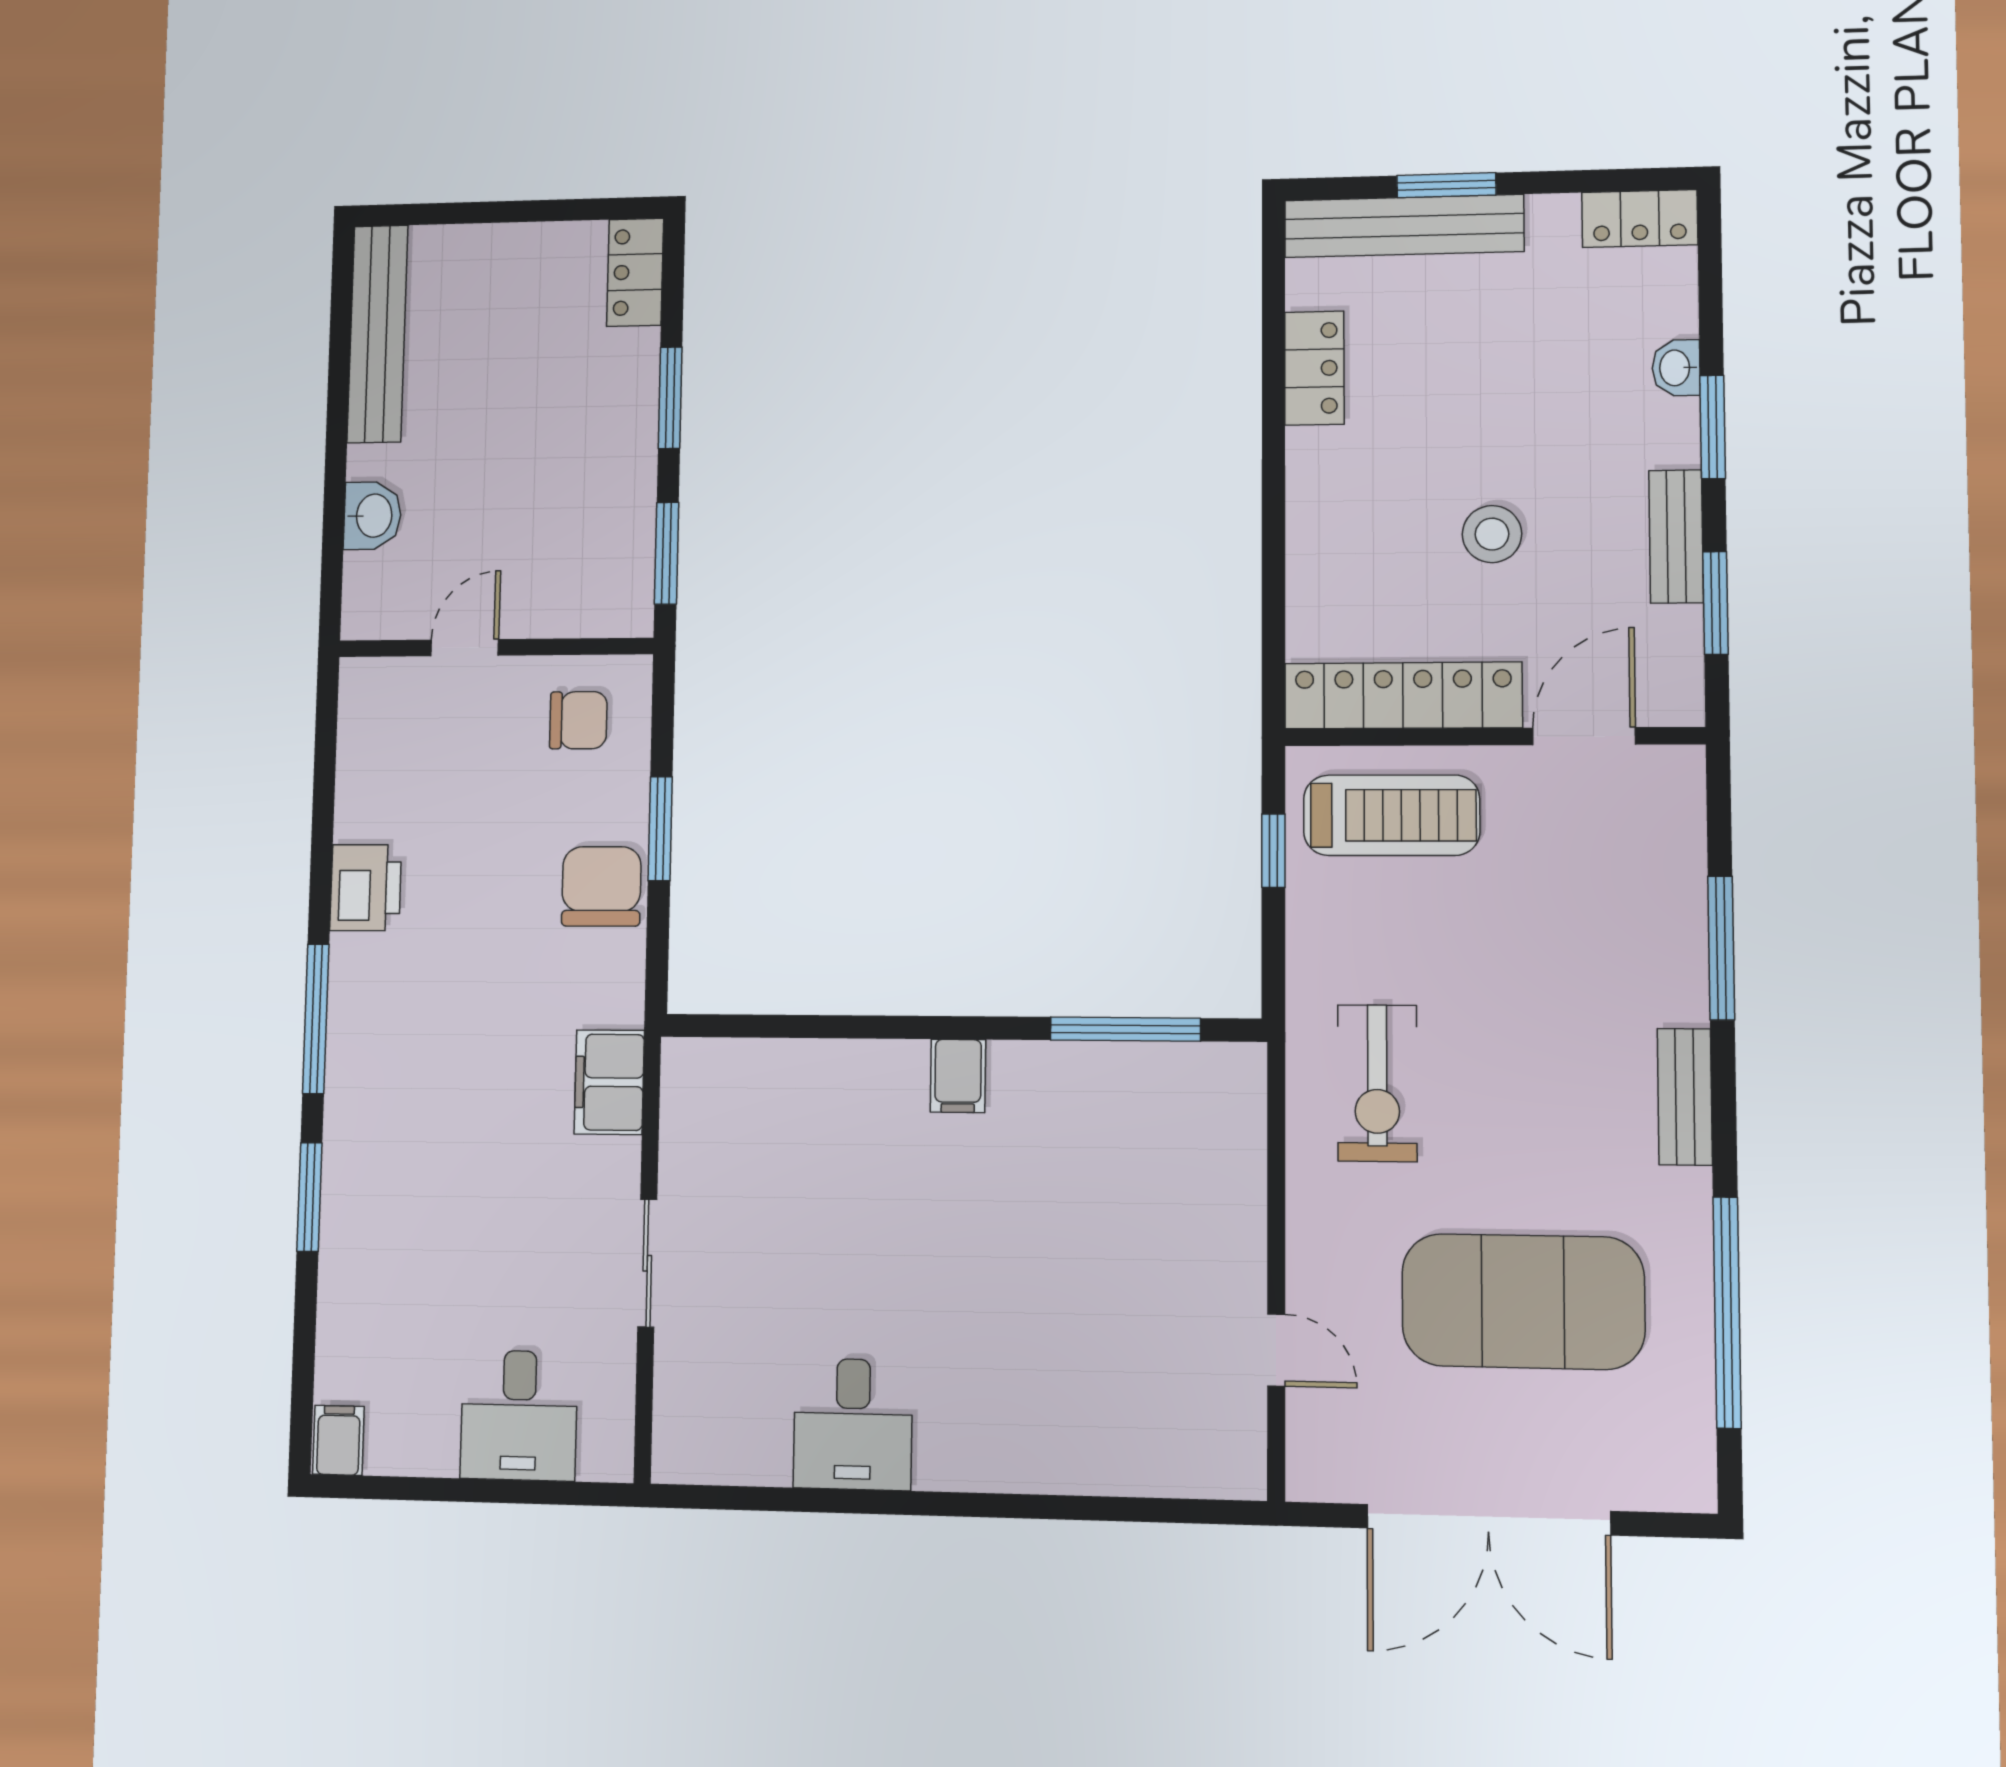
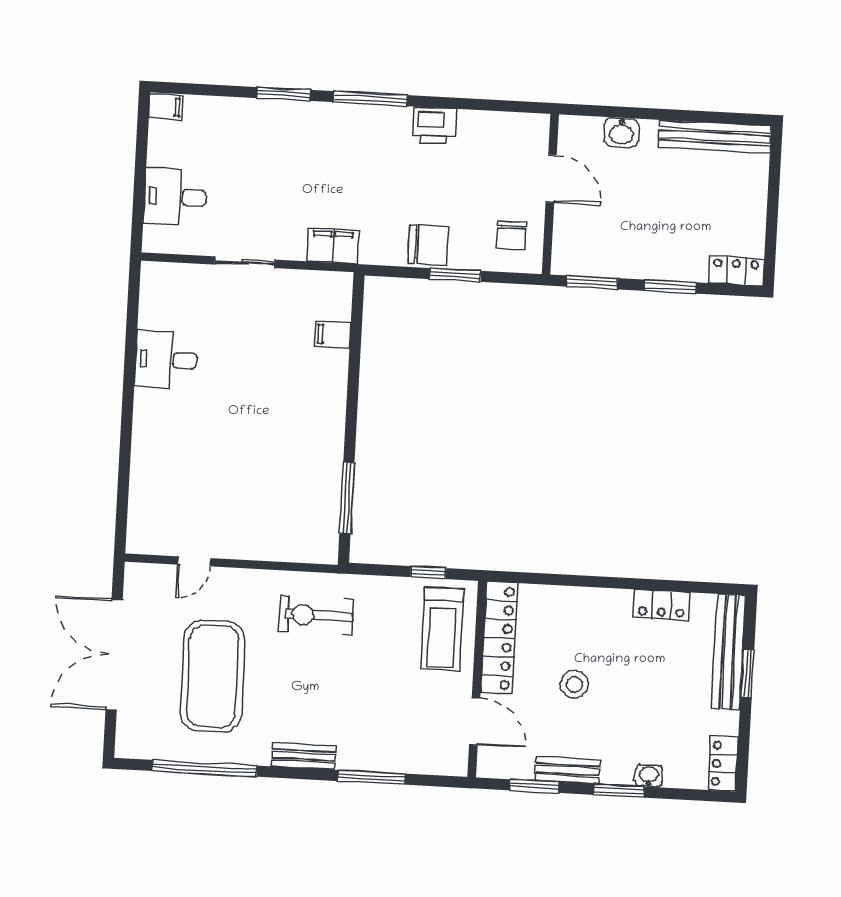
door: (465, 648) -> (551, 179), width x1.38
filing cabinet: (958, 1076) -> (333, 334), moved

